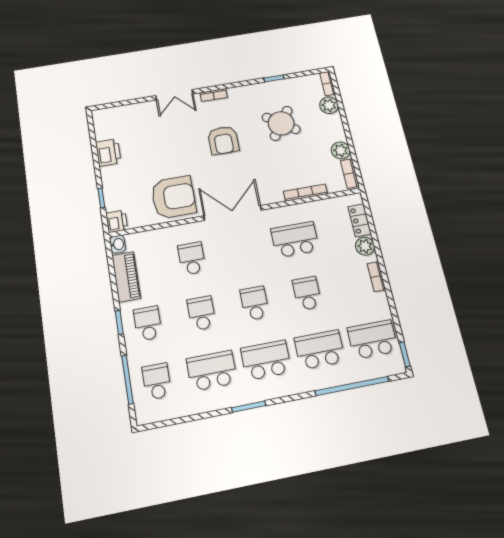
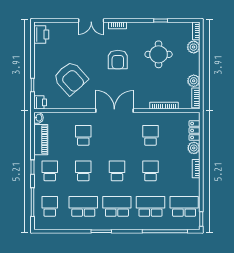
round table: (281, 123) -> (159, 54), turned -35
printer: (108, 152) -> (41, 35), moved
armchair: (173, 197) -> (71, 78), moved, turned 48
school desk: (295, 240) -> (150, 135), width x0.54

